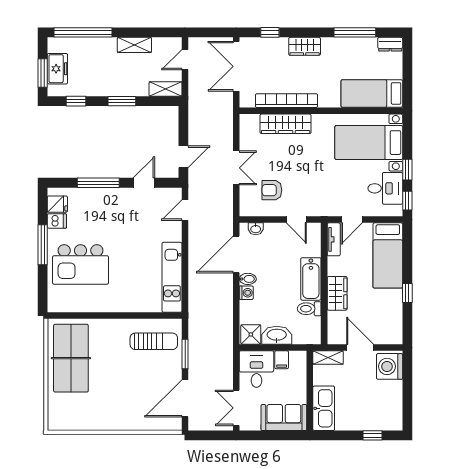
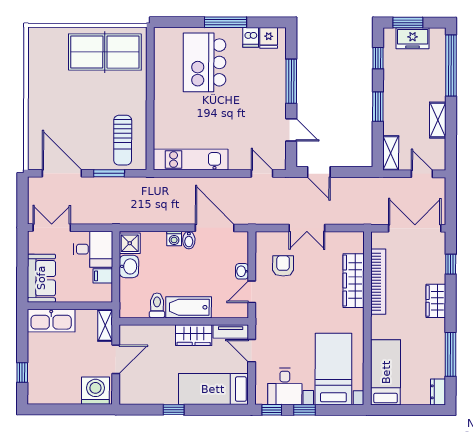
washbasin: (256, 229) -> (242, 271), moved
wardrobe: (337, 293) -> (194, 335), moved
washbasin: (277, 335) -> (129, 266), width x0.72

